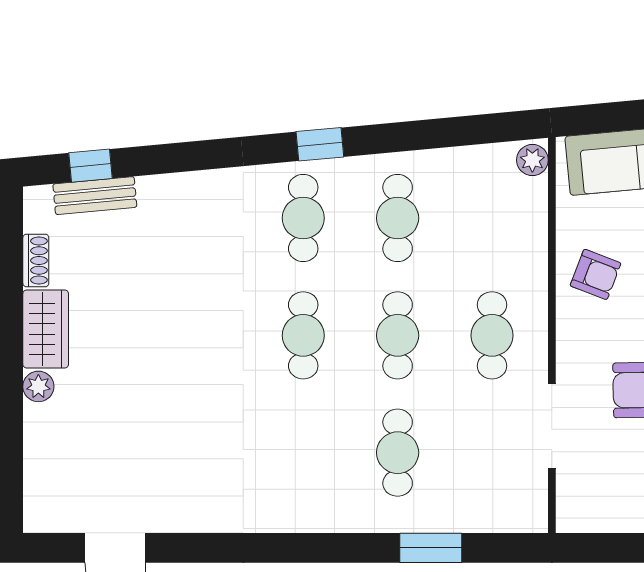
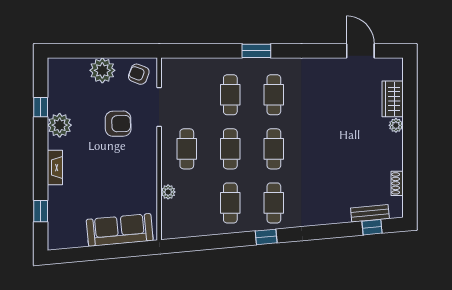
plant: (532, 160) -> (168, 192), moved
armchair: (596, 274) -> (139, 74), moved
wardrobe: (46, 329) -> (393, 99), moved
cafe table: (303, 453) -> (274, 95), added
window: (431, 548) -> (256, 51), moved

